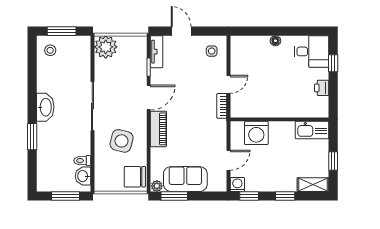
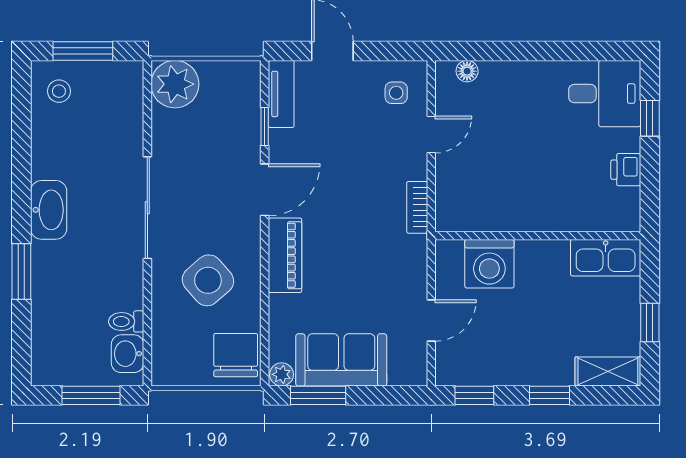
floor lamp: (275, 41) -> (467, 71), moved
door: (228, 84) -> (431, 135), moved
side table: (122, 141) -> (208, 280), turned 35
chair: (135, 177) -> (236, 355), turned 90
washing machine: (237, 184) -> (450, 371), removed

